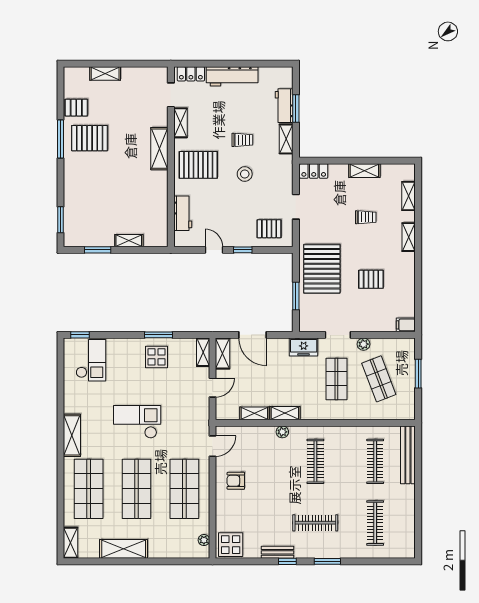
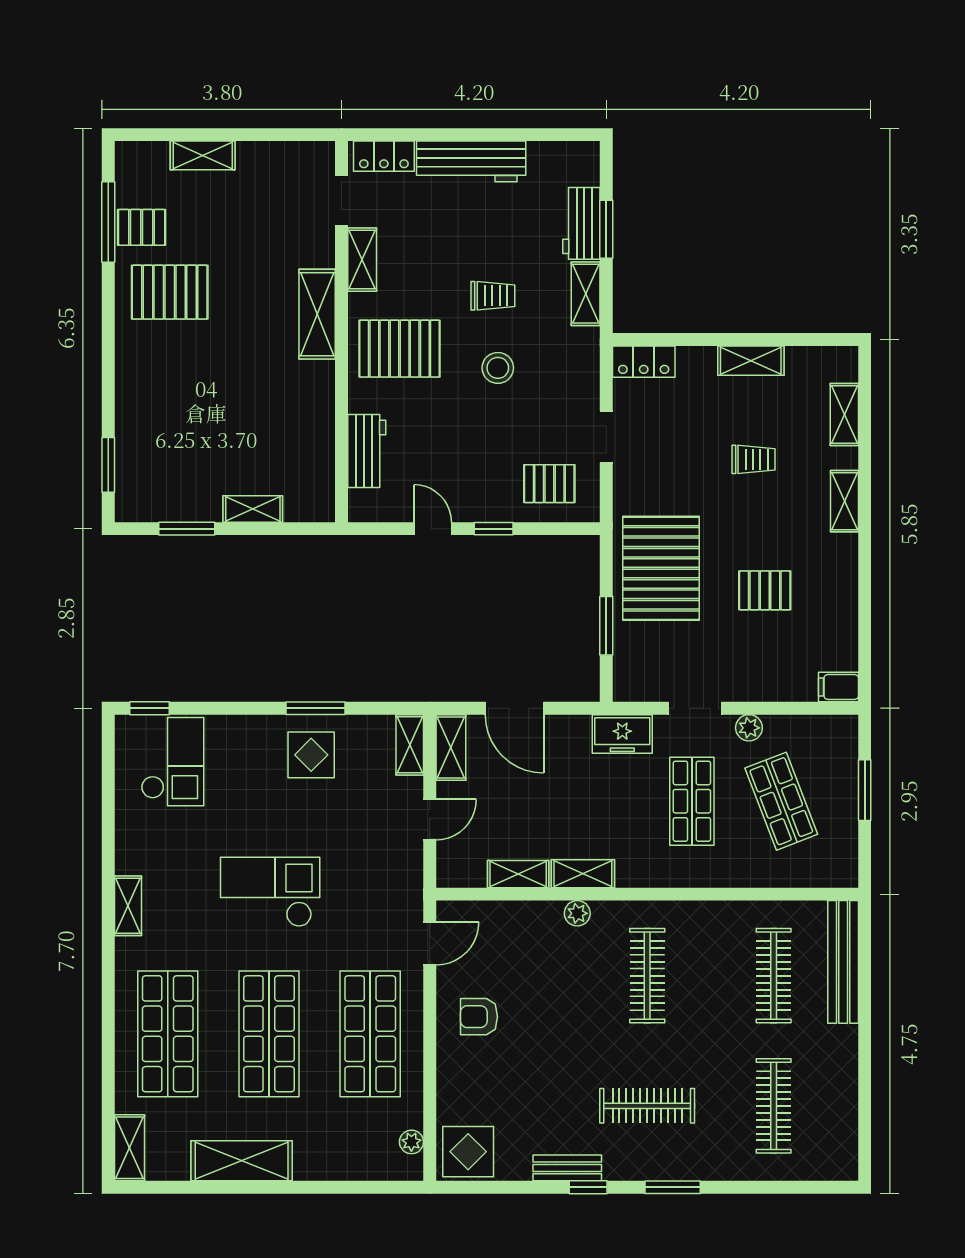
window: (60, 139) -> (108, 222), moved
shelving: (72, 435) -> (128, 906), width x0.67, depth x0.75

